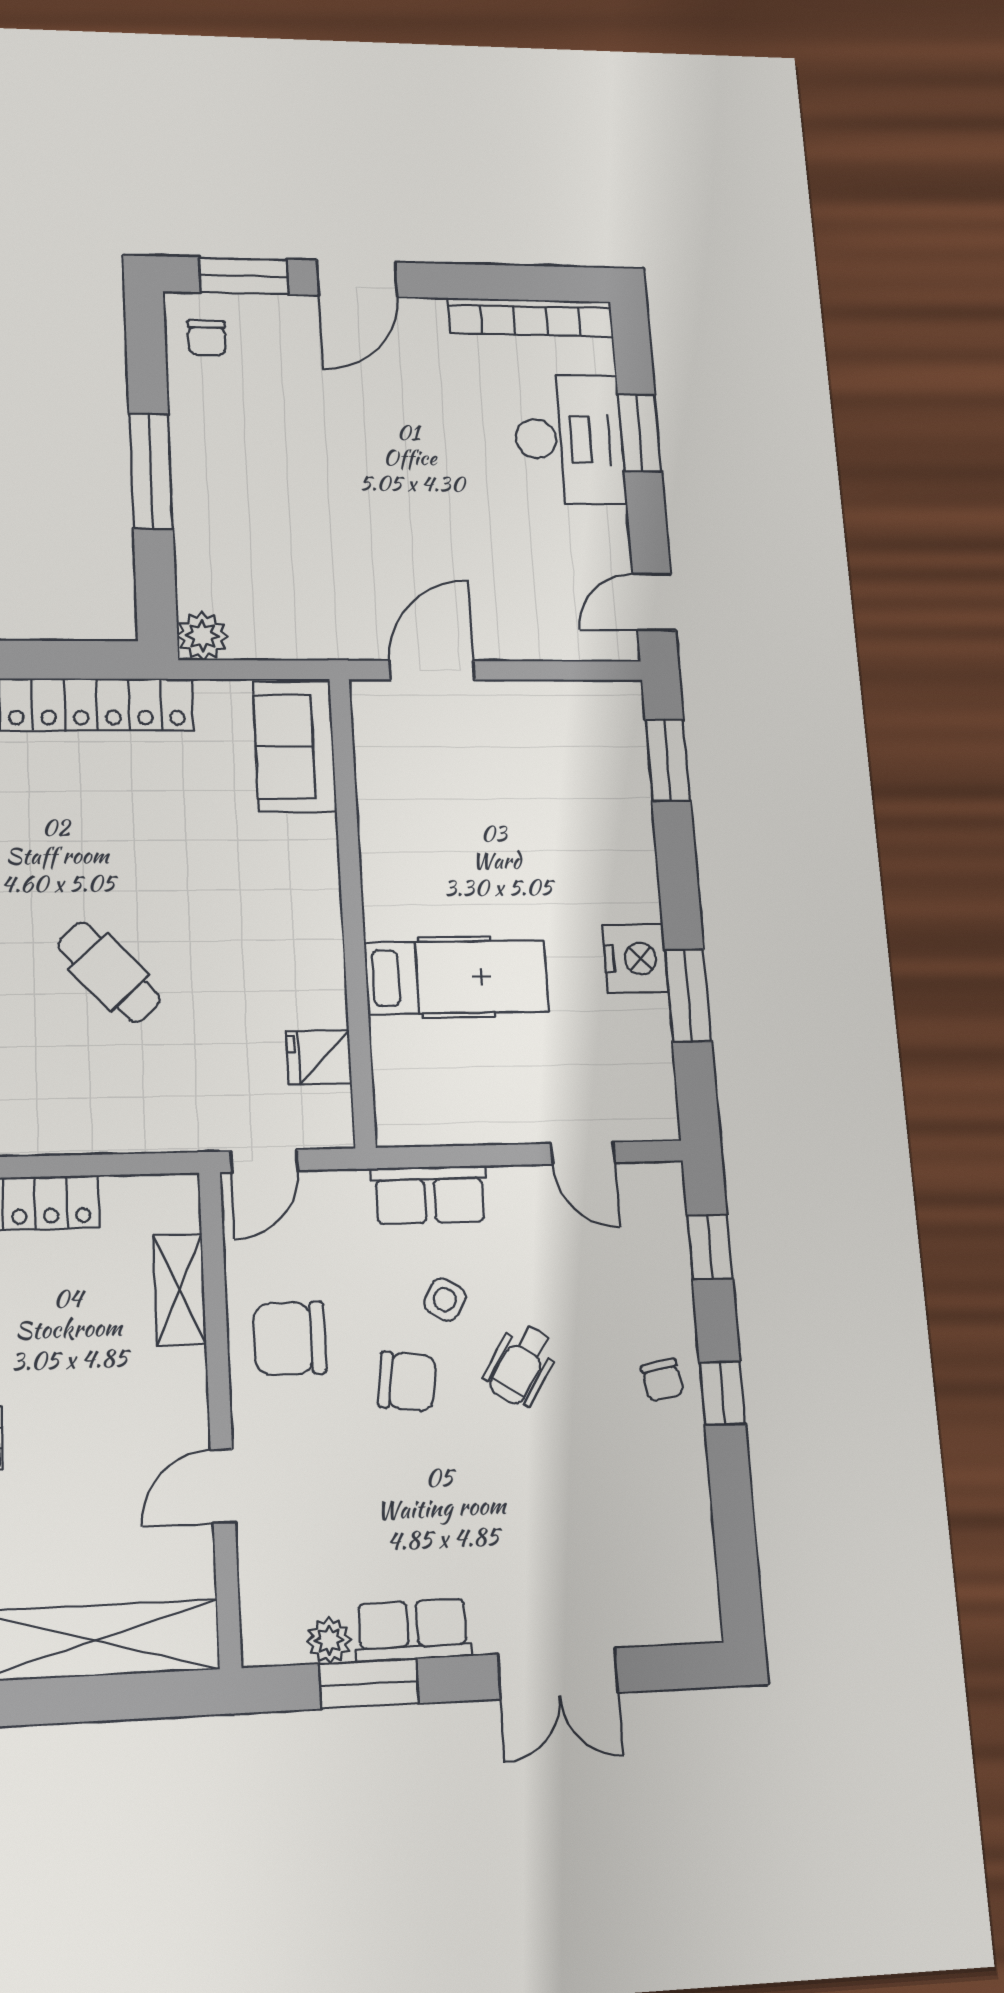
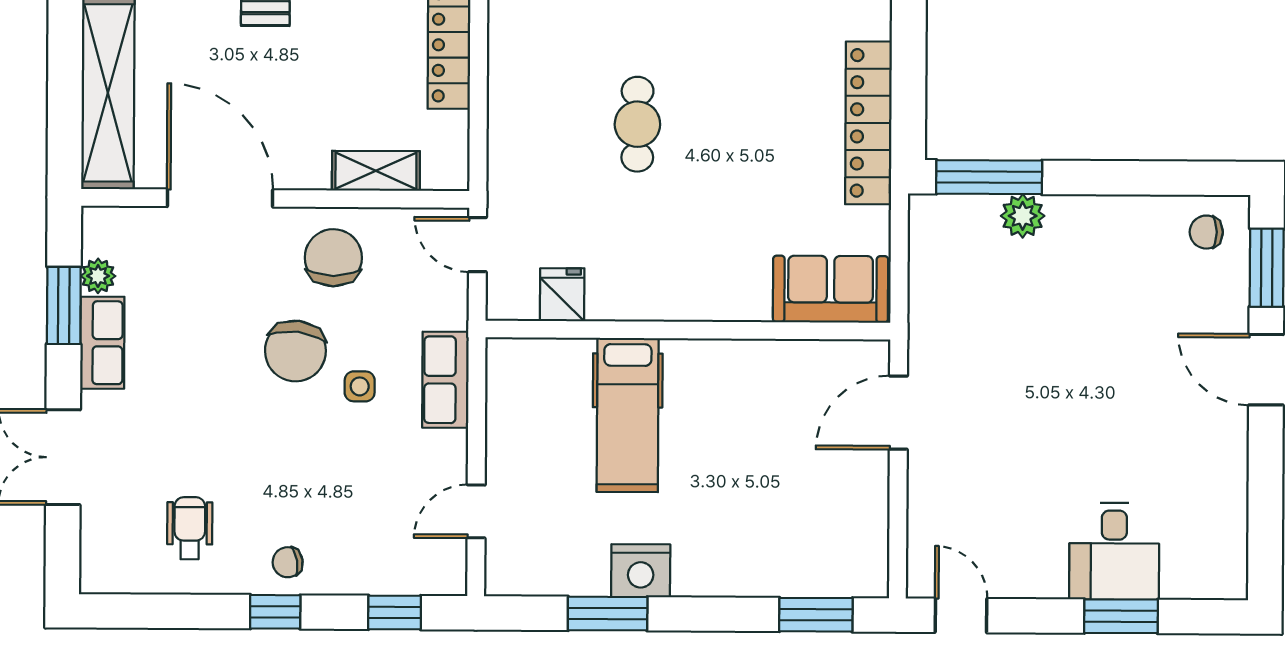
bookcase: (530, 317) -> (1232, 525), removed
desk: (569, 439) -> (1114, 551), width x0.73
window: (151, 471) -> (989, 177), moved
plant: (203, 636) -> (1023, 216), moved
door: (432, 670) -> (898, 413), swing flipped
cafe table: (109, 972) -> (637, 124), turned -47
side table: (445, 1300) -> (360, 386), turned -30
wheelchair: (521, 1365) -> (190, 528), moved, turned 57
chair: (407, 1381) -> (295, 351), width x1.37, depth x1.37
door: (223, 1486) -> (220, 198), width x1.87

